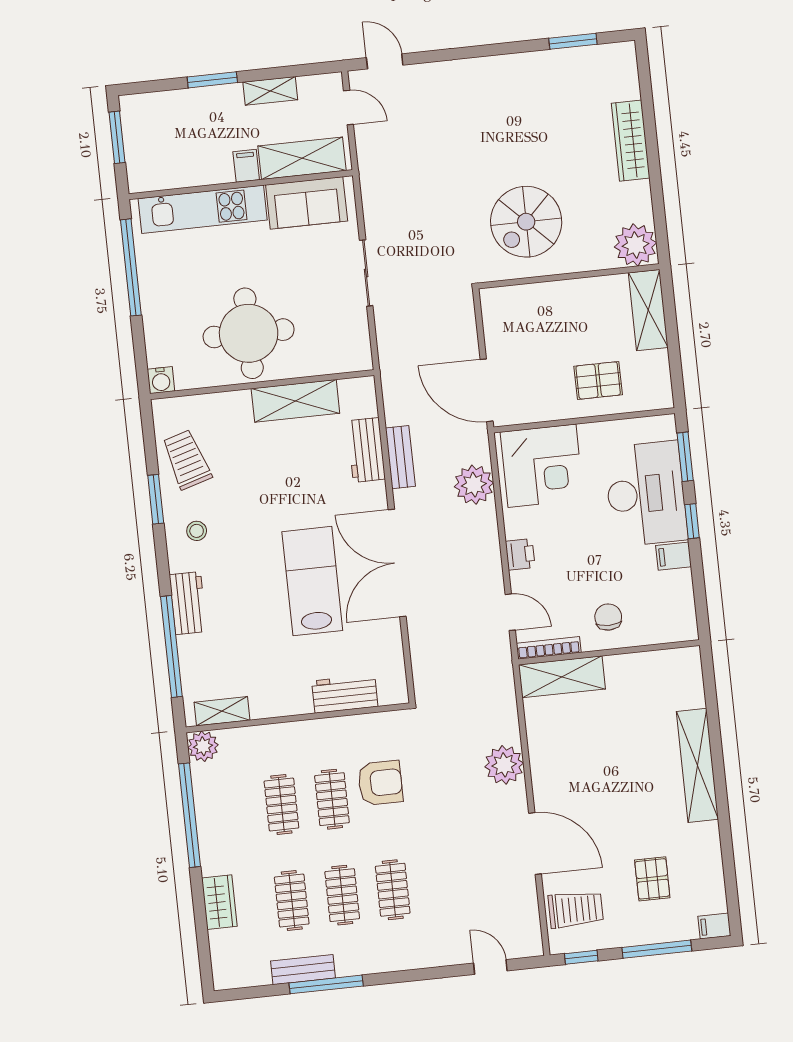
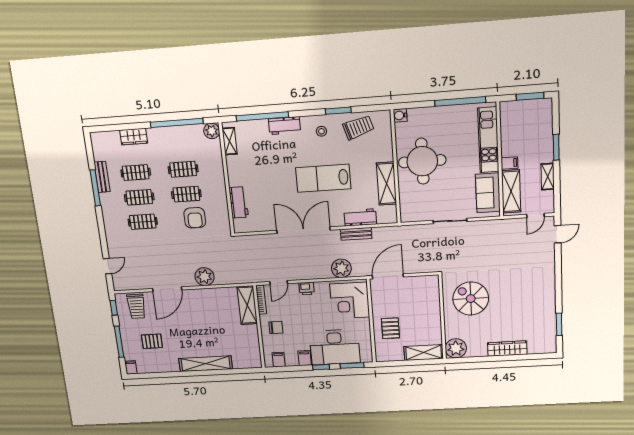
lab bench: (312, 581) -> (323, 178), moved, turned 180
filing cabinet: (680, 611) -> (279, 360), added

